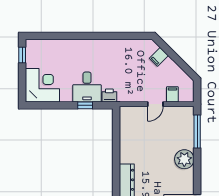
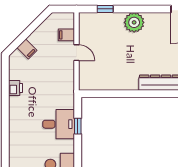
printer: (109, 96) -> (16, 88), moved, turned 180
window: (197, 132) -> (105, 9), width x0.46

